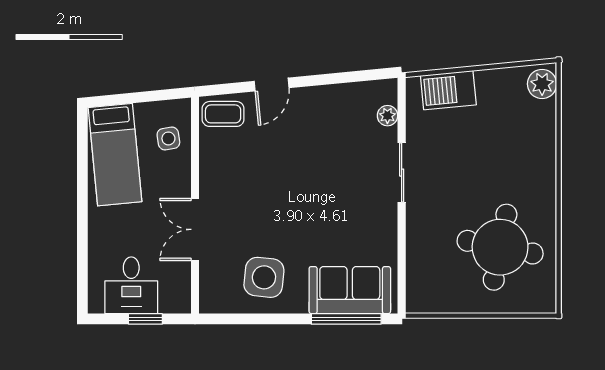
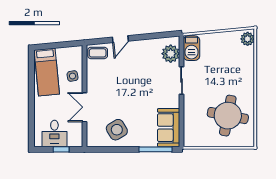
barbecue: (448, 90) -> (192, 48), moved, turned -84
plant: (387, 116) -> (171, 54), width x1.88, depth x1.88
side table: (168, 138) -> (73, 76), moved
side table: (264, 277) -> (117, 130), turned -37
sofa: (350, 290) -> (169, 128), moved, turned -90

